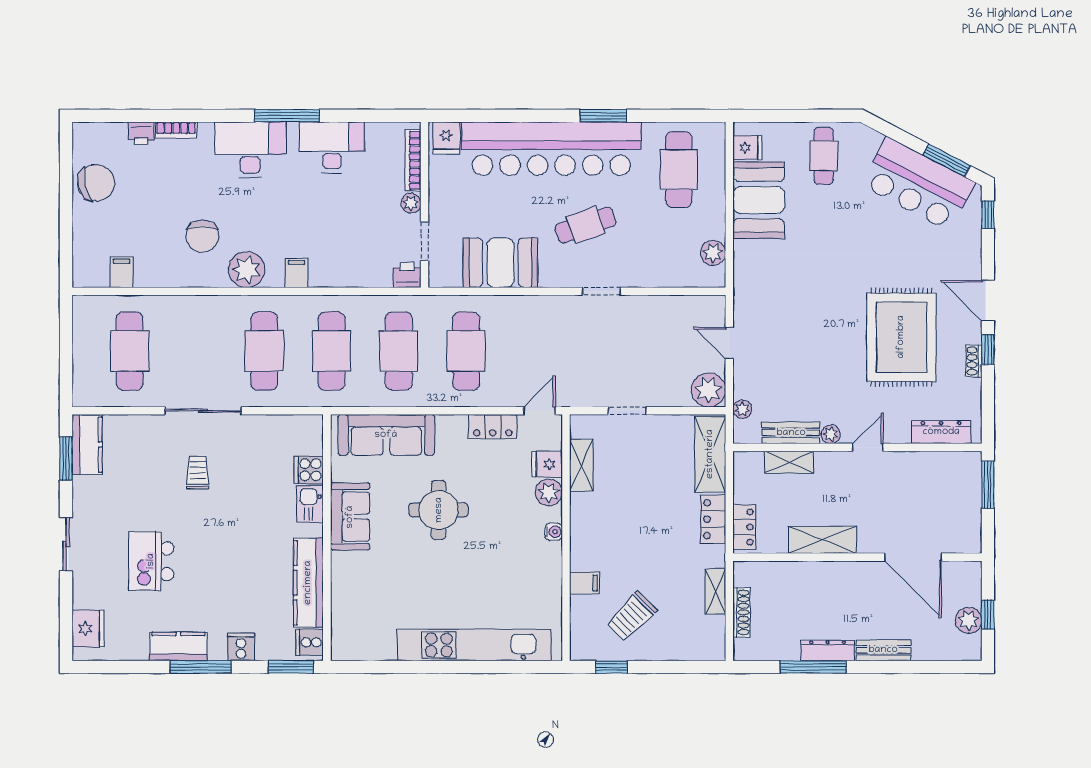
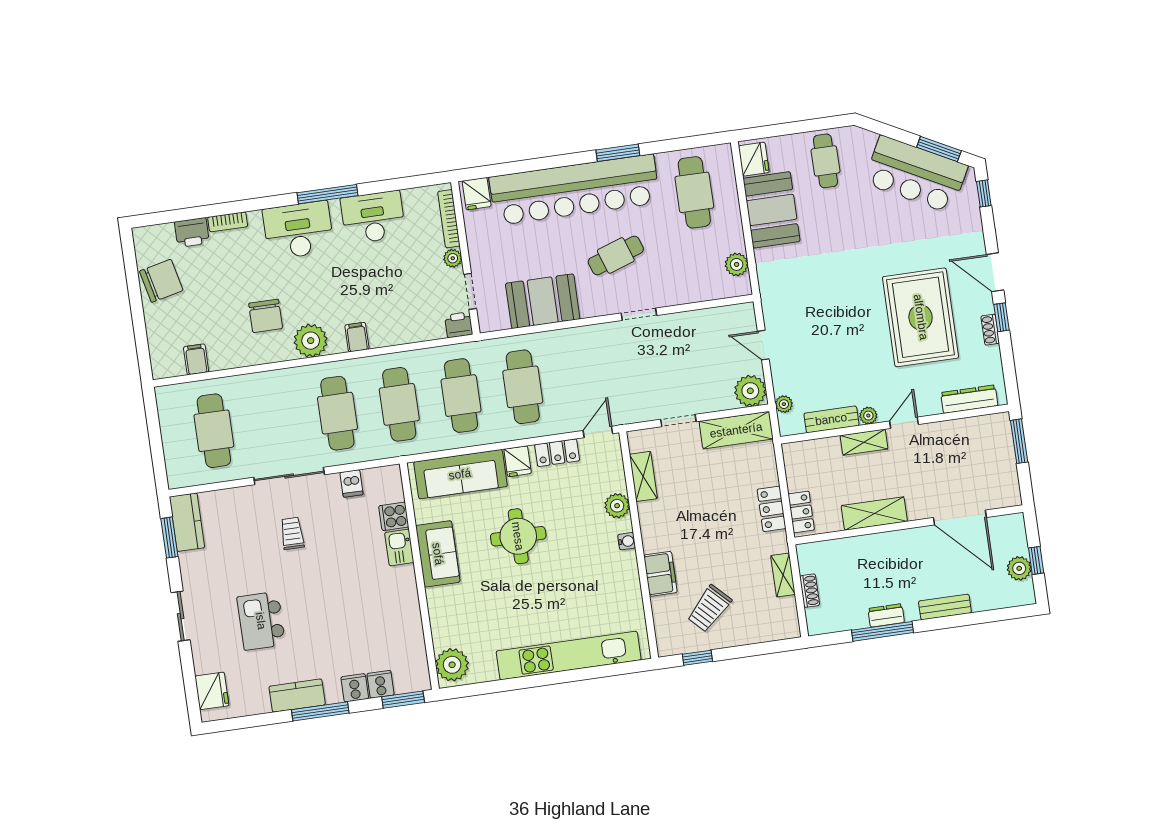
printer: (141, 133) -> (192, 232), width x1.36, depth x1.24
fridge: (747, 148) -> (754, 159), width x1.38
dishwasher: (269, 428) -> (352, 483), added
shelving: (710, 454) -> (736, 430), moved, turned 90
shelving: (789, 462) -> (864, 442), moved
fridge: (547, 464) -> (518, 461), moved, turned -90
kitchen counter: (308, 583) -> (408, 620), removed
filing cabinet: (585, 583) -> (660, 574), width x2.00
shoe rack: (741, 612) -> (810, 591), width x0.70
plant: (348, 637) -> (452, 665), added
cooker: (310, 642) -> (381, 684), moved, turned 90
dresser: (828, 650) -> (886, 615), width x0.70

